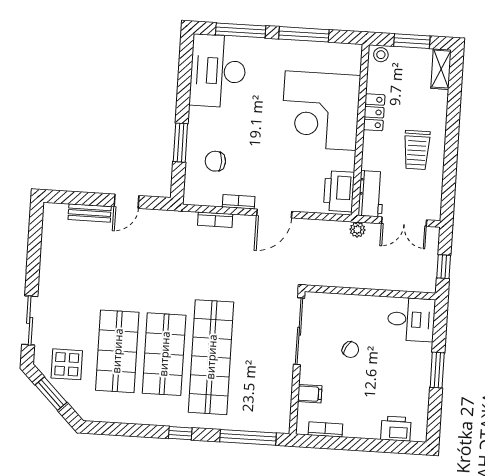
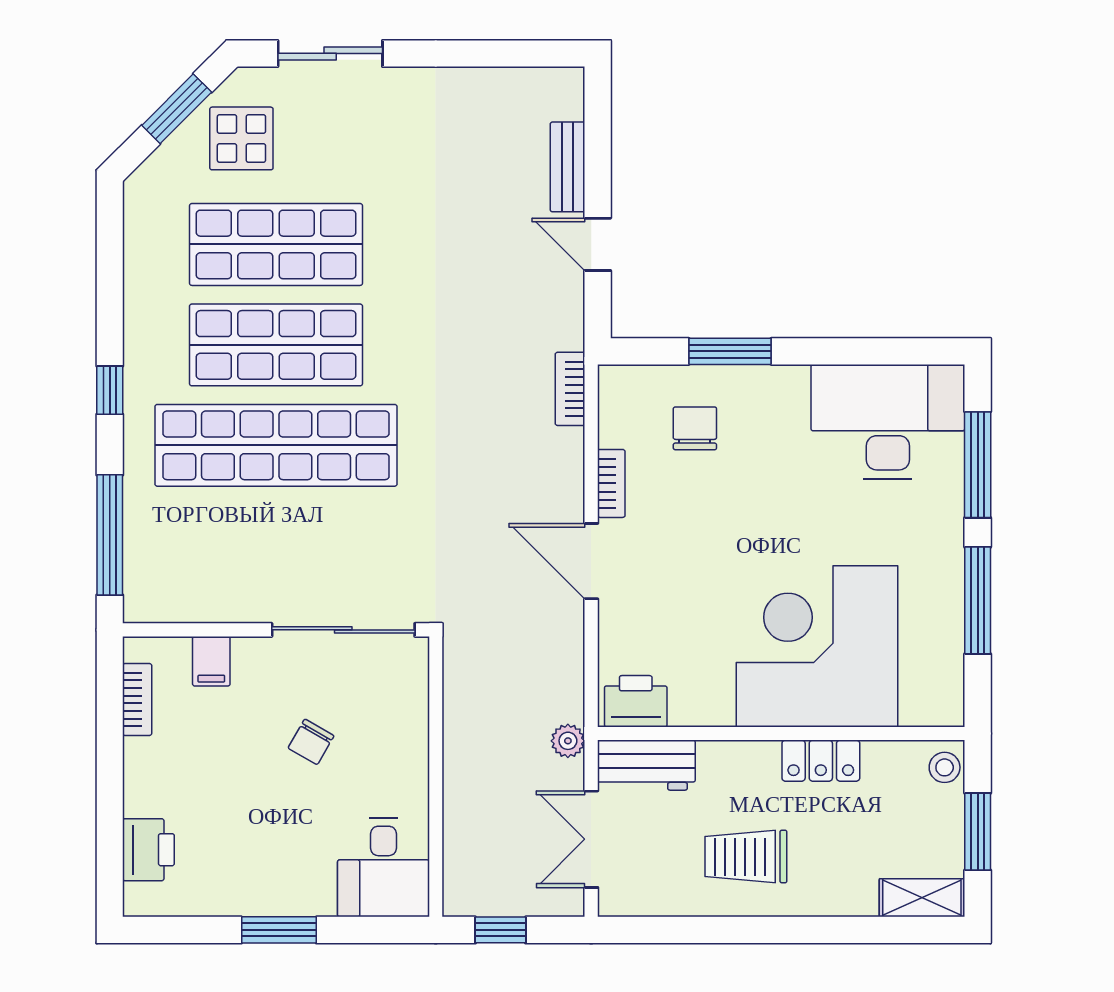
printer: (339, 191) -> (636, 701), width x0.73, depth x0.84
bookcase: (215, 220) -> (570, 389), moved

